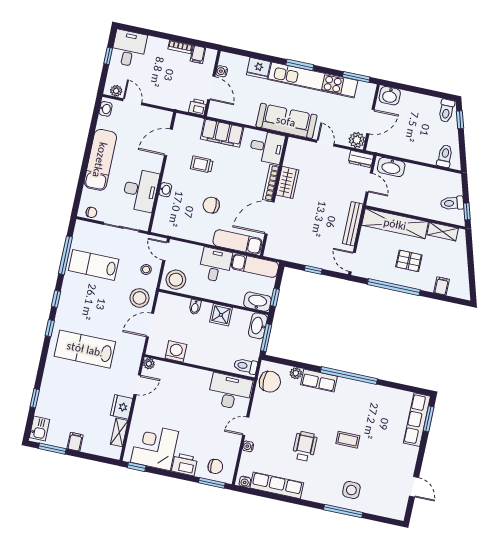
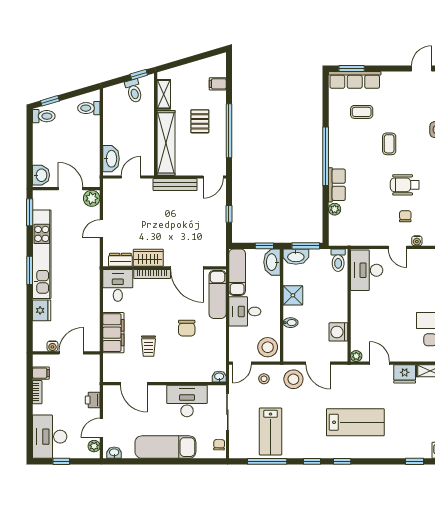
desk: (129, 48) -> (50, 437), width x1.37
printer: (198, 107) -> (93, 400), moved
sofa: (286, 121) -> (88, 272), removed
dresser: (361, 159) -> (120, 260), moved, turned -90
washbasin: (165, 190) -> (219, 377), moved
lab bench: (85, 349) -> (355, 422), turned -90
chair: (270, 382) -> (405, 216), moved, width x0.54, depth x0.54
coffee table: (384, 420) -> (362, 112), added

